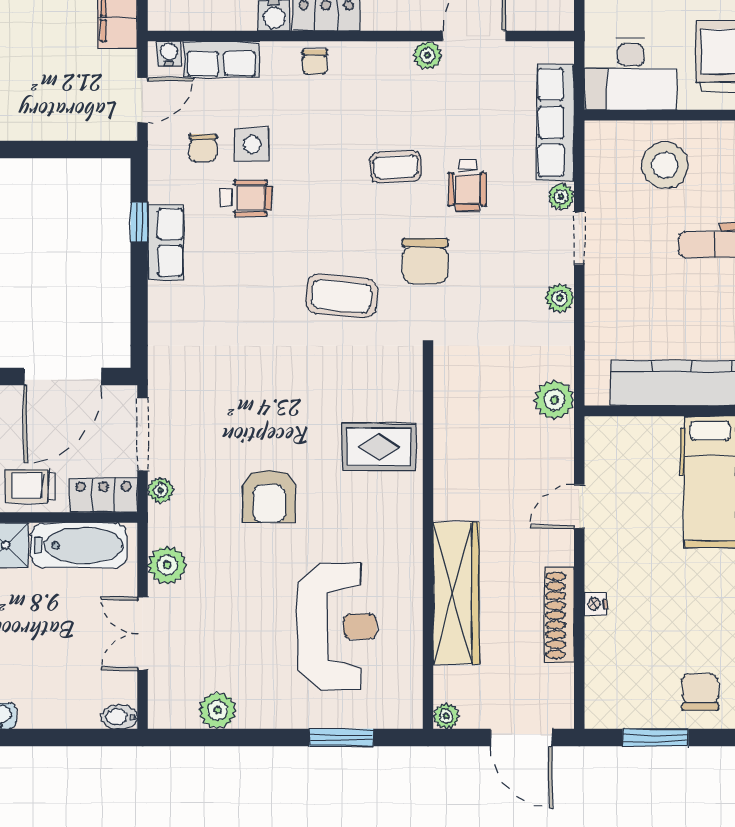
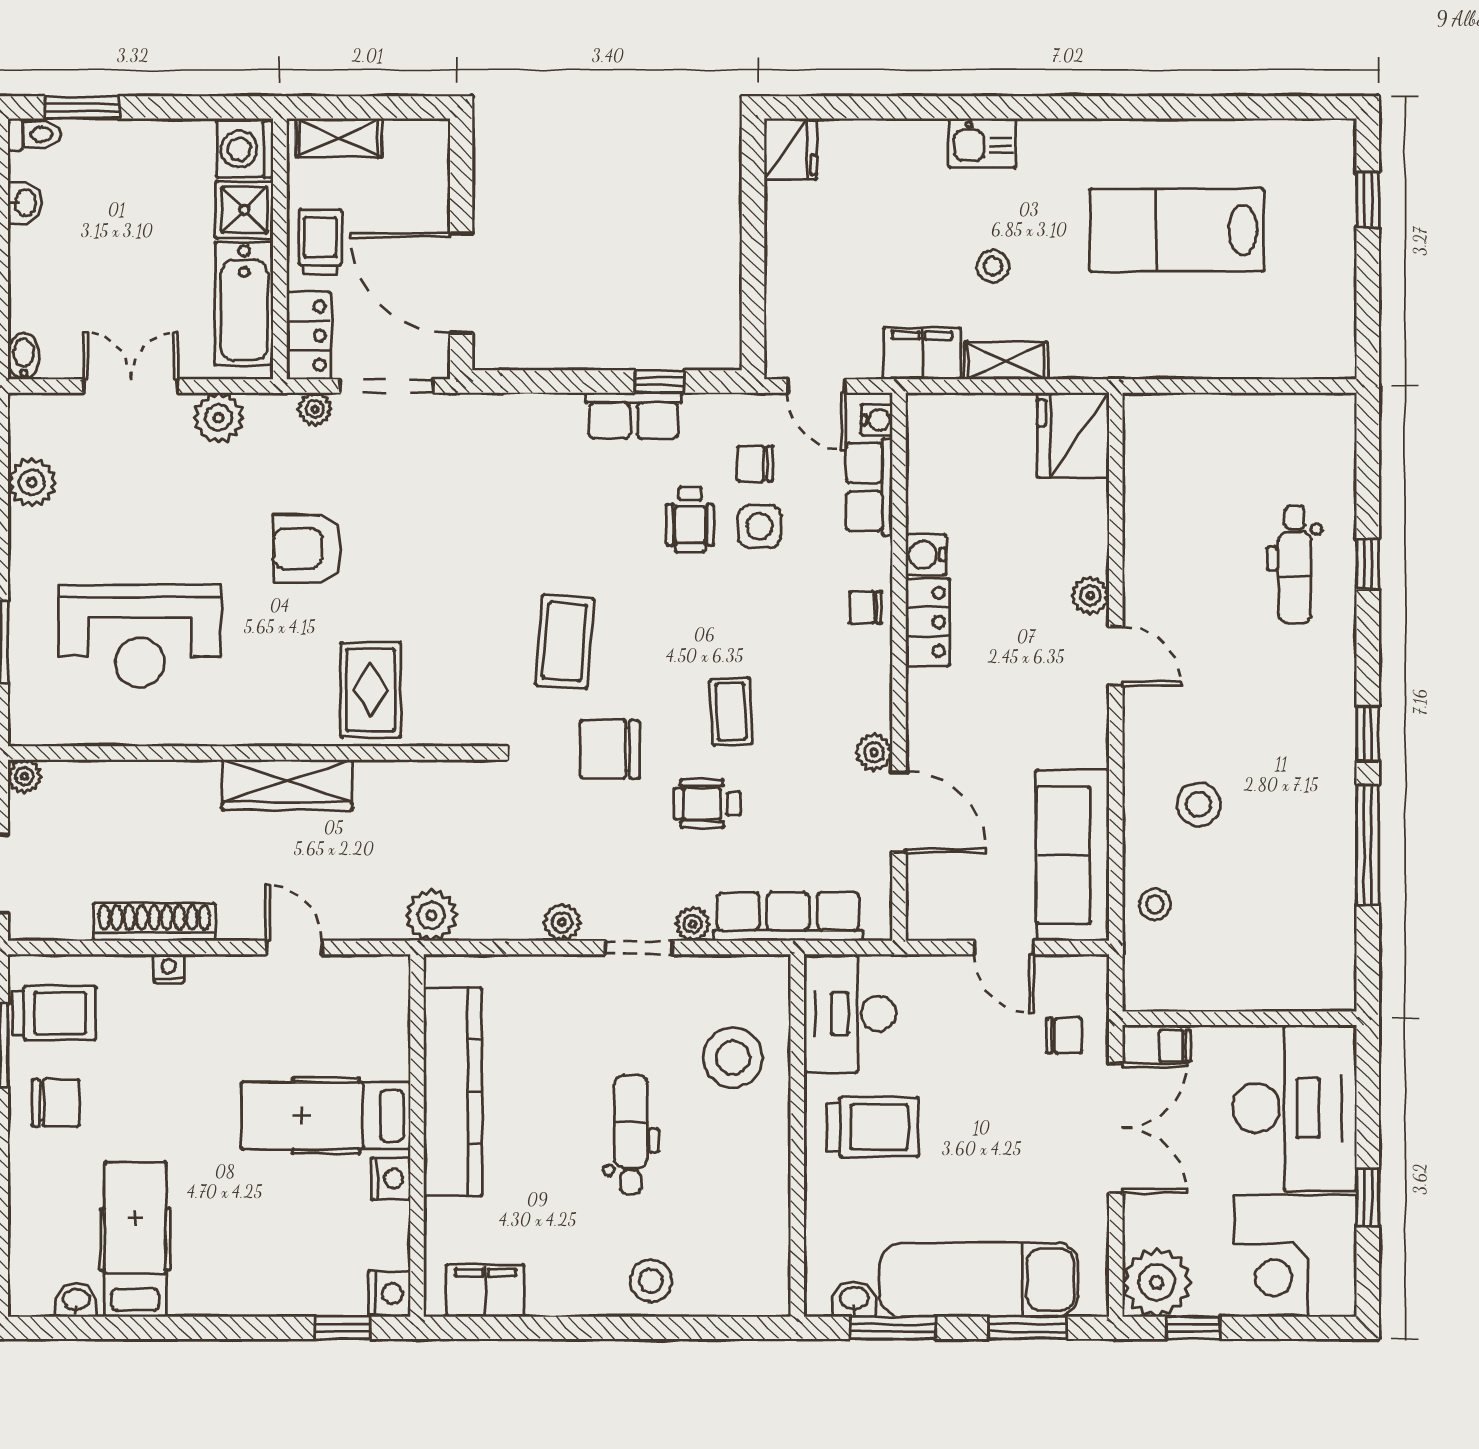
wardrobe: (456, 593) -> (287, 785), moved, width x0.71, depth x0.85
trolley: (630, 693) -> (54, 1013), added

